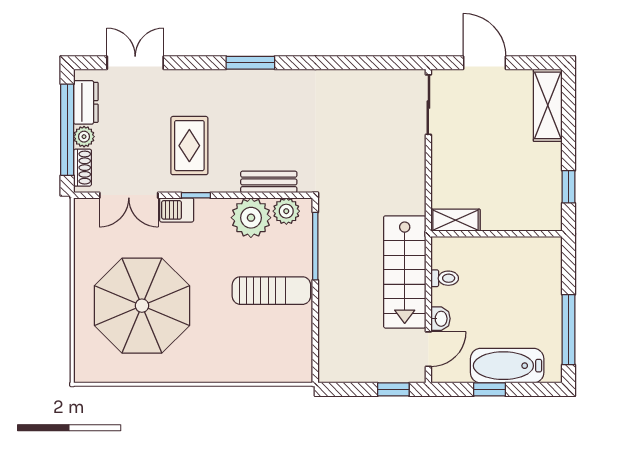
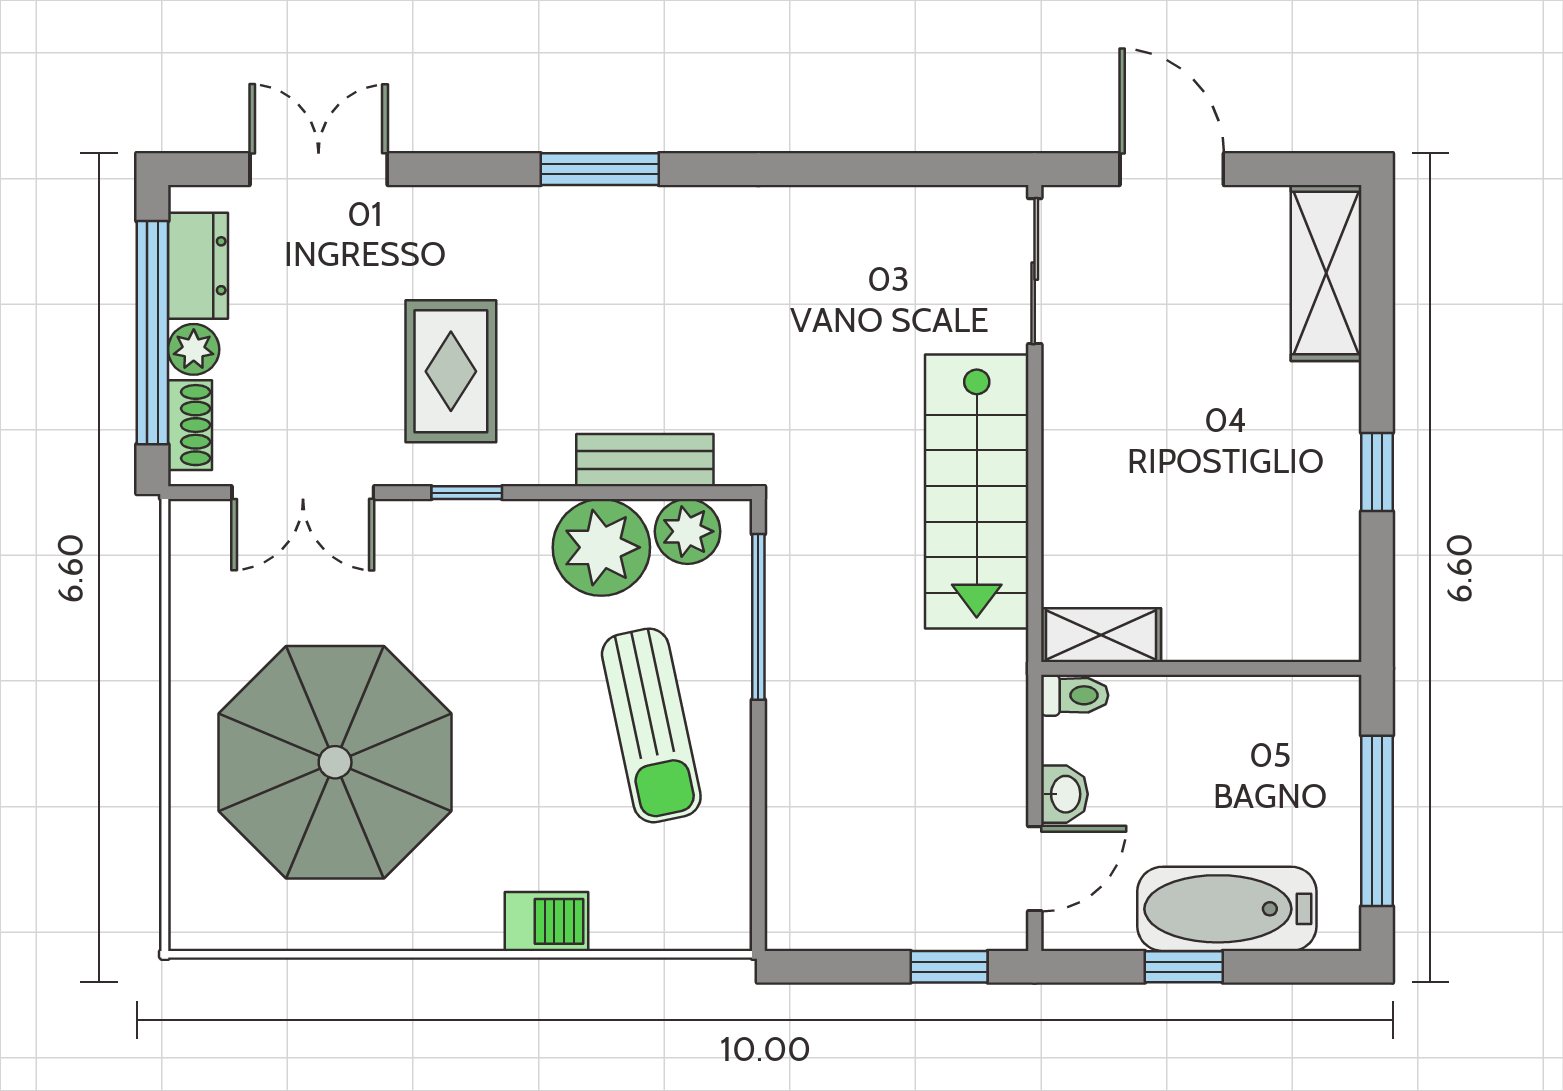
barbecue: (177, 210) -> (547, 921), moved, turned 180
shelving: (456, 220) -> (1101, 635), moved
wall: (497, 234) -> (1201, 668), moved
stairs: (405, 272) -> (977, 491), moved
sun lounger: (271, 291) -> (651, 725), turned 78

